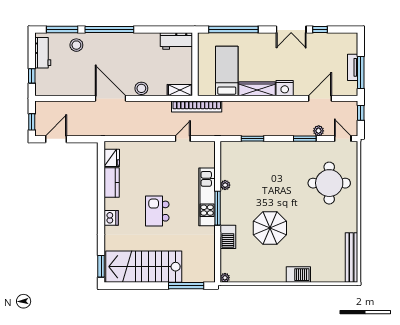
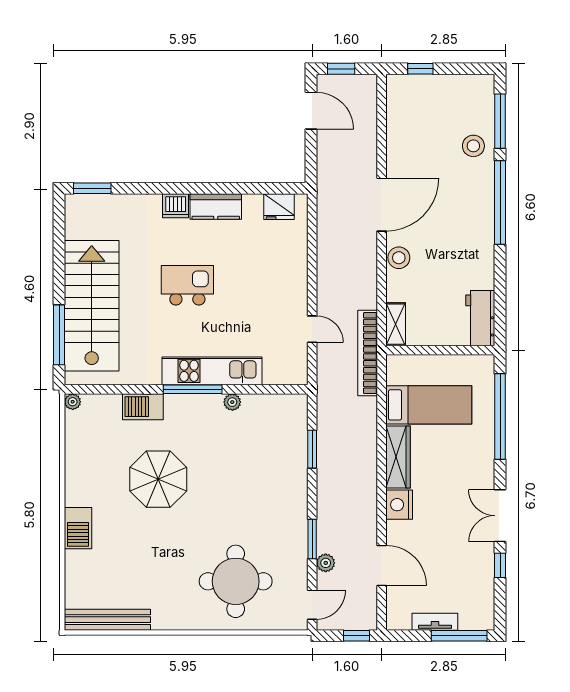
workbench: (43, 53) -> (460, 88), removed
window: (361, 73) -> (459, 636), moved
kitchen counter: (112, 183) -> (216, 206), moved
stairs: (144, 267) -> (92, 306), moved

